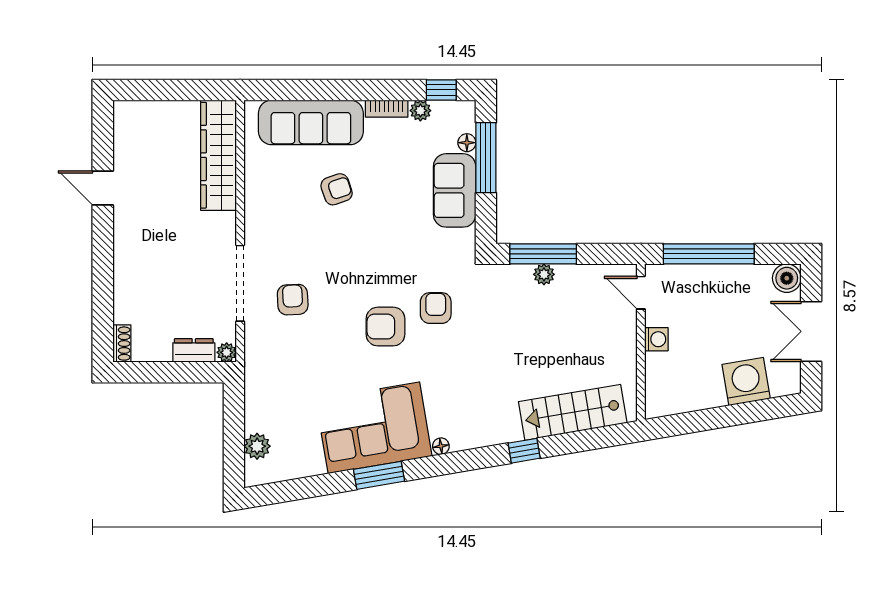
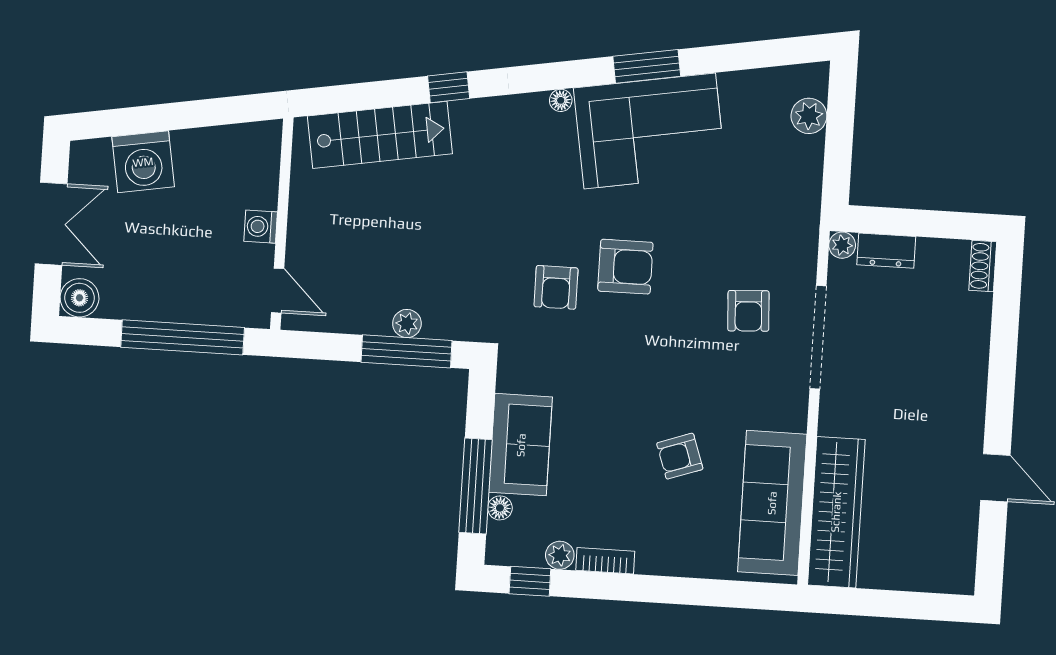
sofa: (311, 122) -> (772, 503), moved, turned -90

